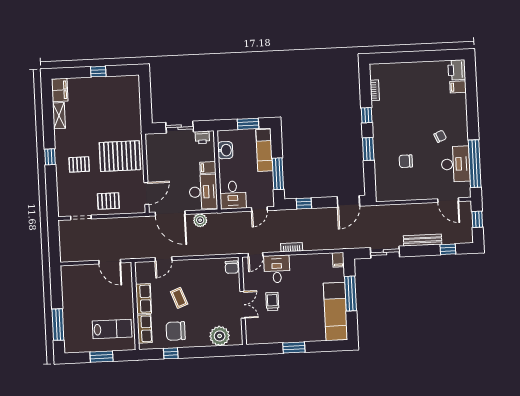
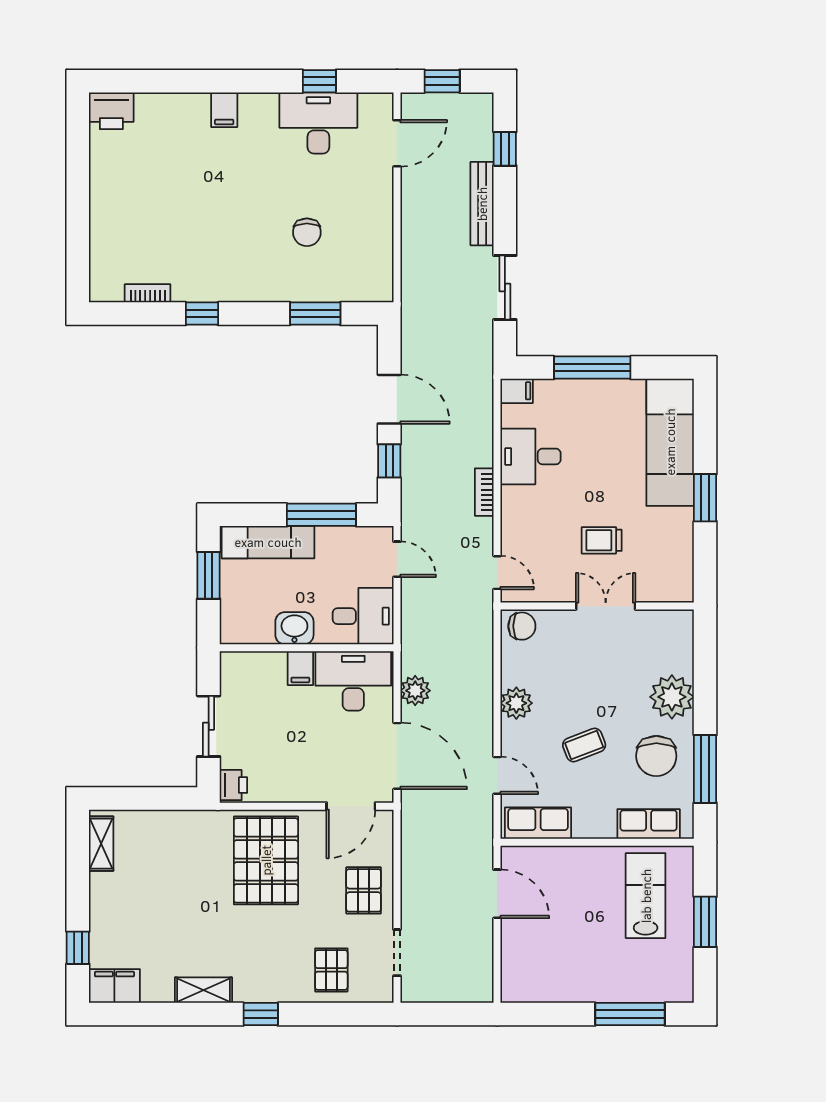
window: (98, 72) -> (78, 948), moved
shelving: (124, 81) -> (101, 844), added
filing cabinet: (458, 87) -> (224, 110), moved
shelving: (59, 116) -> (203, 990), moved
chair: (440, 136) -> (256, 154), removed
printer: (202, 137) -> (233, 785), moved
window: (368, 149) -> (315, 314), moved
washbasin: (225, 150) -> (294, 628), moved
pallet: (79, 164) -> (331, 970), moved
window: (475, 164) -> (319, 81), width x0.32
door: (146, 193) -> (351, 806), swing flipped
door: (348, 201) -> (389, 399), moved
door: (170, 213) -> (397, 756), hinge flipped
door: (110, 262) -> (497, 894), hinge flipped
plant: (197, 266) -> (516, 703), added
desk: (277, 269) -> (530, 456), moved
row of seats: (144, 299) -> (538, 823), moved
exam couch: (335, 312) -> (670, 442), moved, turned 90
plant: (220, 336) -> (672, 697), moved
window: (171, 353) -> (705, 769), width x2.17

